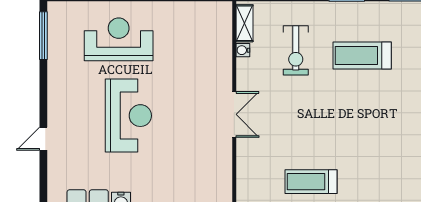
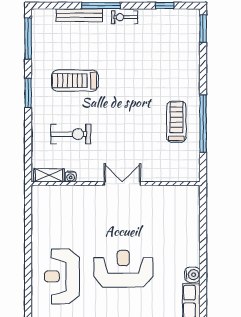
treadmill: (362, 55) -> (75, 81), turned 90
treadmill: (311, 182) -> (176, 122), turned 180

